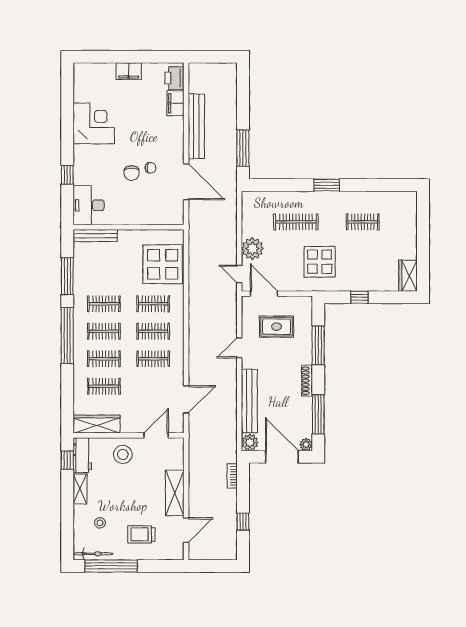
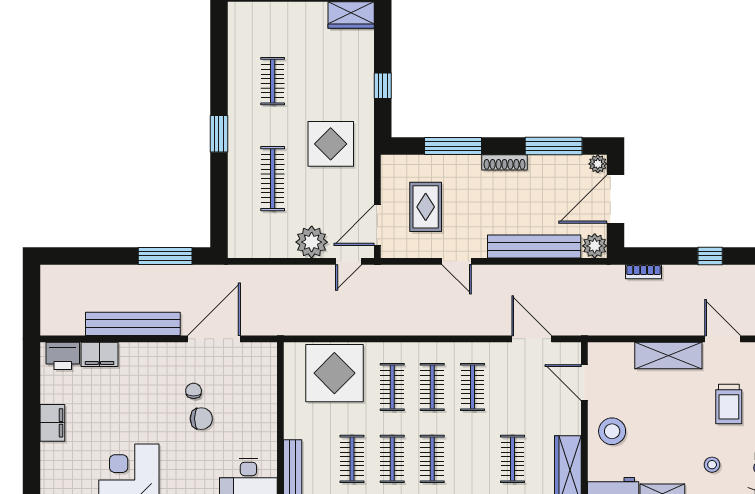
clothes rail: (104, 359) -> (352, 459), moved

